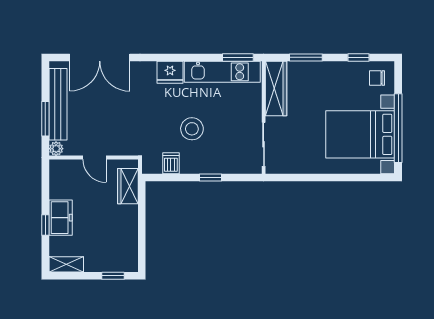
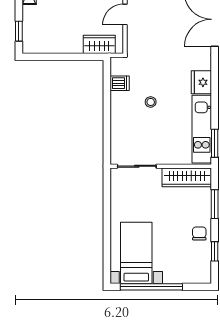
chair: (377, 78) -> (199, 233), moved
stool: (192, 129) -> (151, 102), width x0.53, depth x0.53
bed with nightstands: (360, 134) -> (136, 253), width x0.73
window: (211, 177) -> (107, 119), removed

